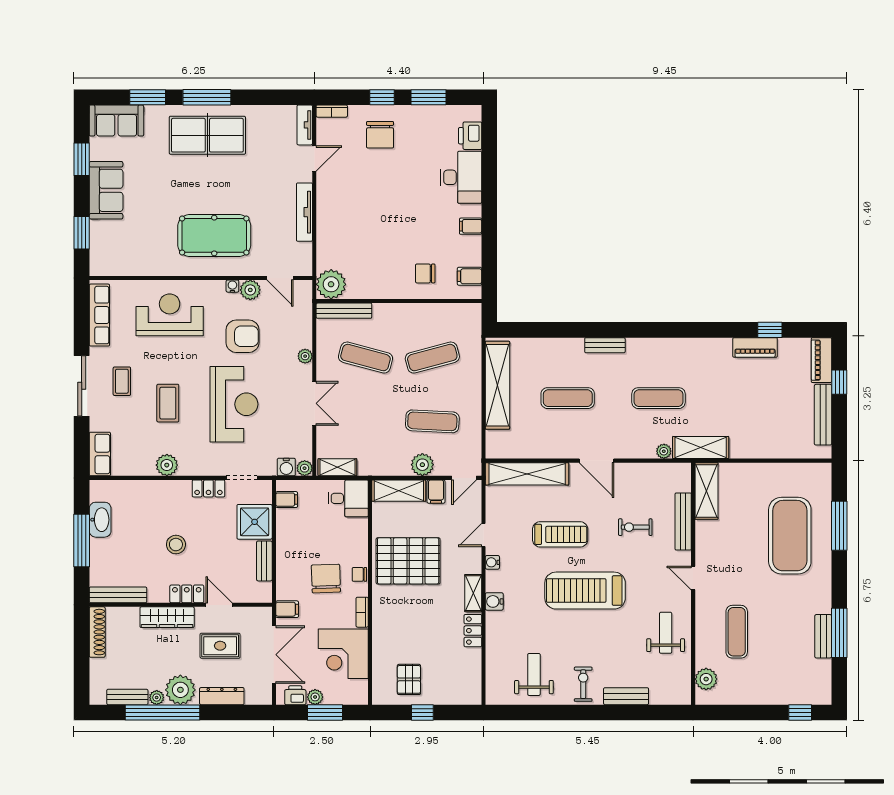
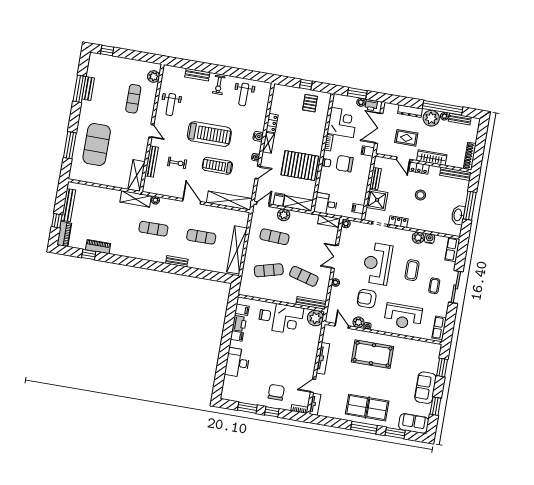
printer: (470, 136) -> (239, 324), moved
corner desk: (381, 273) -> (288, 319), added
row of seats: (99, 315) -> (439, 328), width x0.68
water cooler: (286, 467) -> (430, 239), moved
chair: (326, 579) -> (345, 164), turned 92

